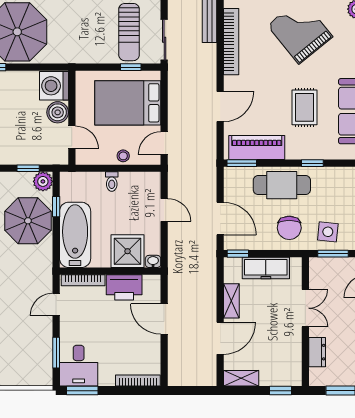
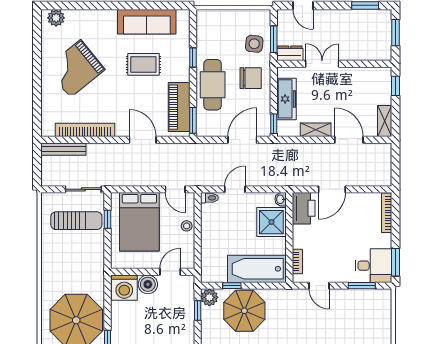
toilet: (112, 182) -> (209, 198), moved
bookcase: (83, 280) -> (297, 262), width x0.64
printer: (124, 287) -> (304, 208), moved
dresser: (317, 352) -> (290, 53), moved

